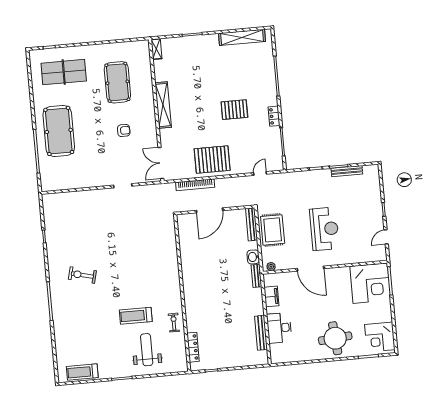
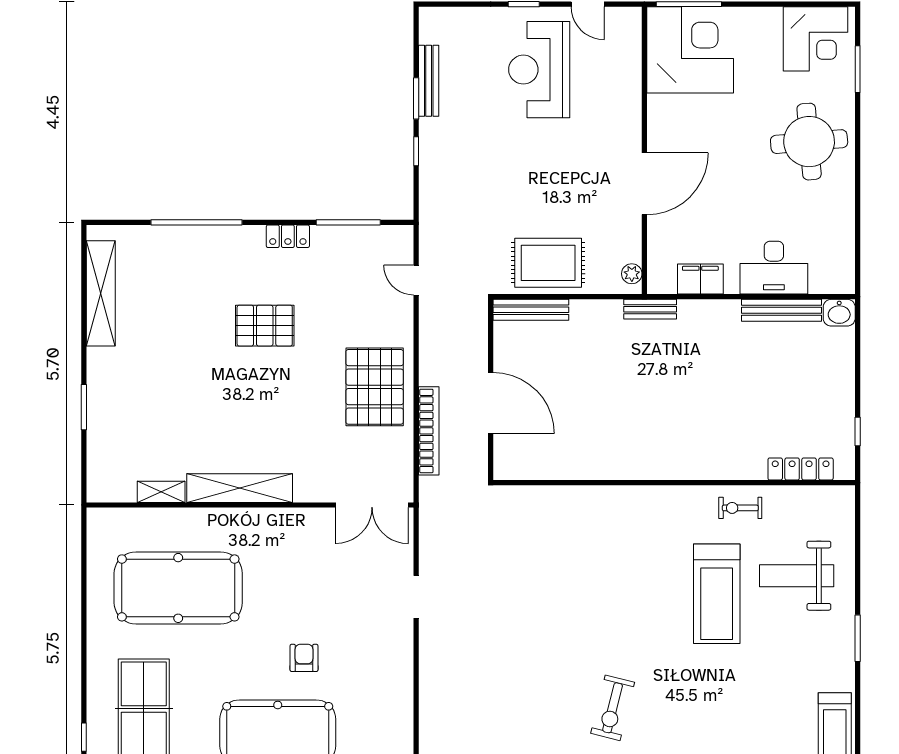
shelving: (156, 49) -> (161, 492), moved
pool table: (117, 82) -> (178, 588), width x1.36, depth x1.32
pallet: (234, 110) -> (265, 326), turned 90
armchair: (124, 130) -> (304, 658), moved
reception desk: (324, 229) -> (539, 70), moved, turned -90
washbasin: (253, 257) -> (839, 313), moved
treadmill: (136, 316) -> (717, 594), width x1.37, depth x1.38

